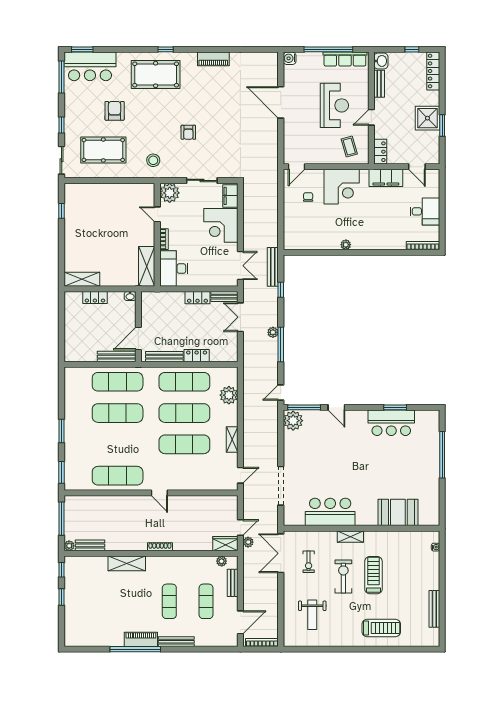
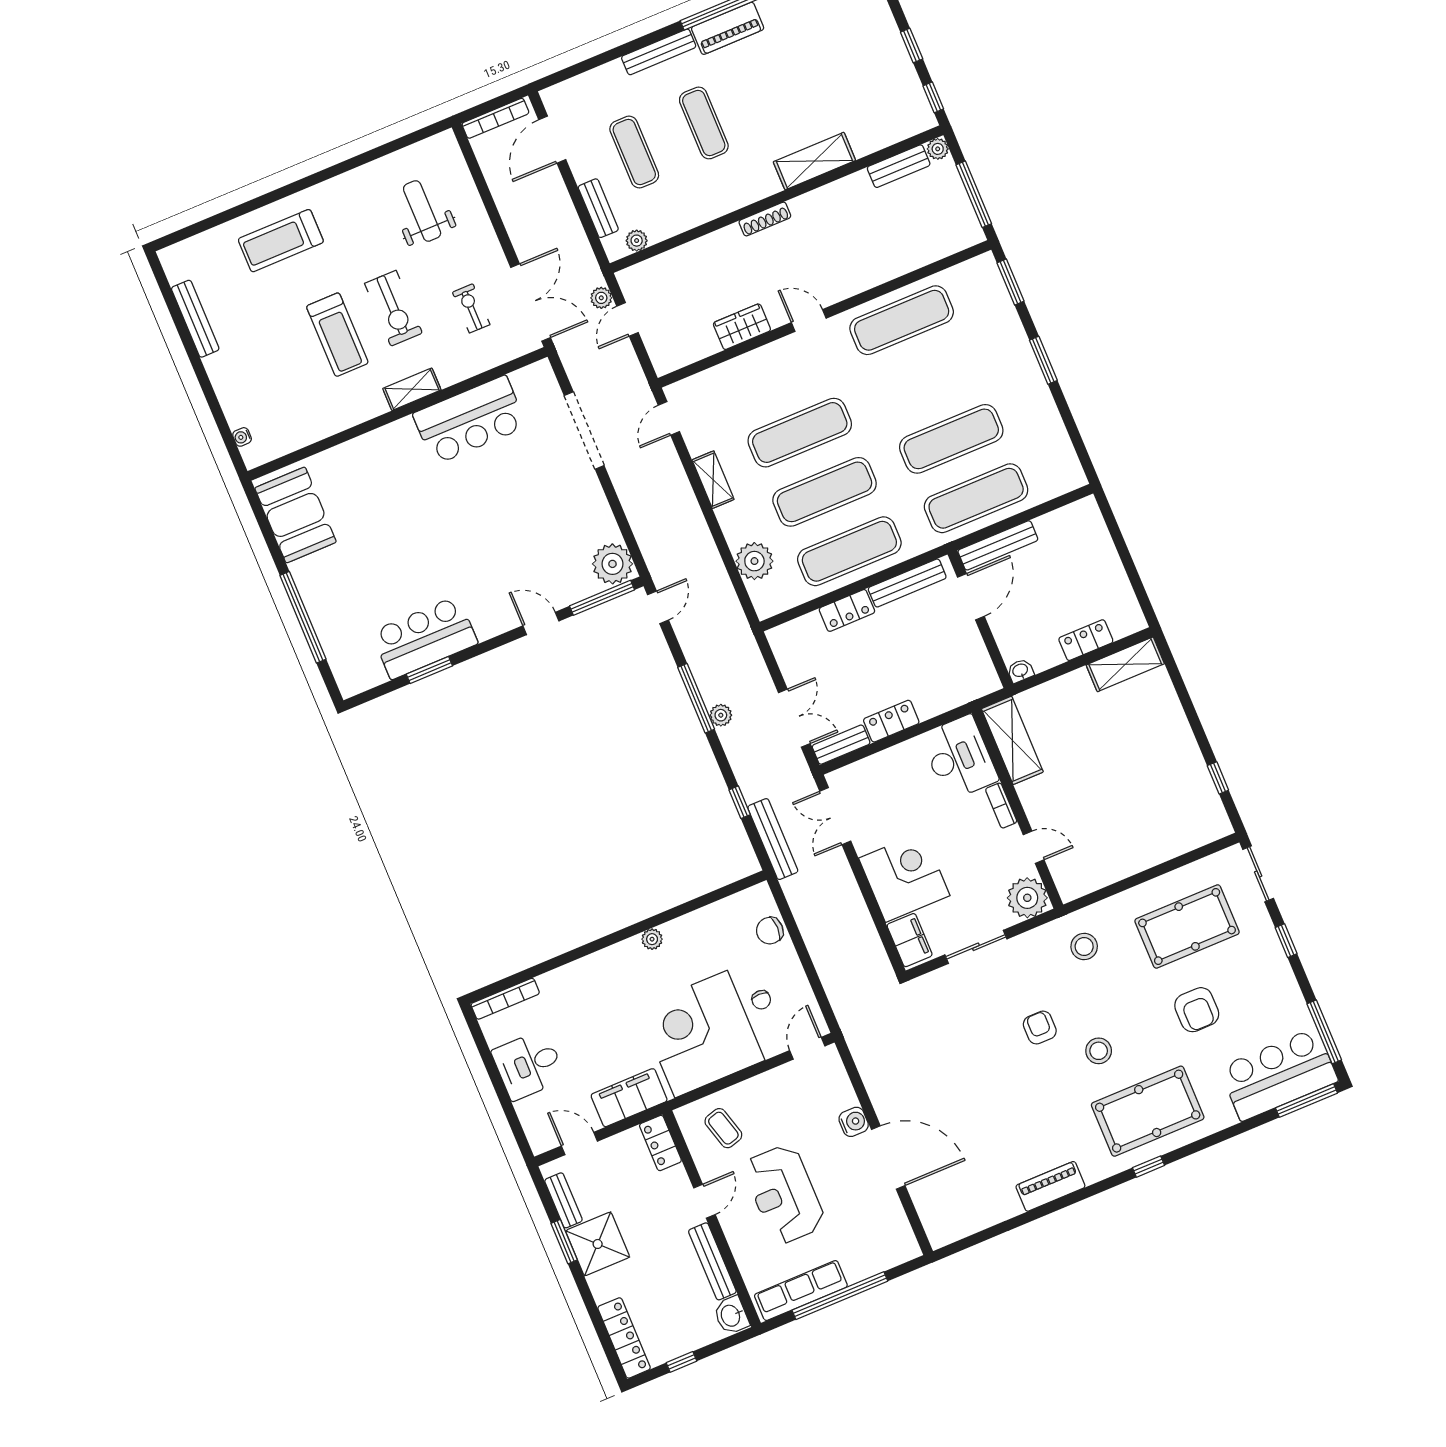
window: (82, 49) -> (1307, 1100), width x1.44
water cooler: (290, 58) -> (854, 1122), moved
bench: (379, 84) -> (712, 1261), width x1.36
stool: (166, 111) -> (1099, 1051), added
bench: (435, 144) -> (563, 1200), added
corner desk: (342, 187) -> (701, 1034), width x1.36, depth x1.36
chair: (291, 226) -> (770, 931), added
booth: (398, 512) -> (296, 515), moved, turned 90
wardrobe: (225, 544) -> (742, 327), moved, turned 180

